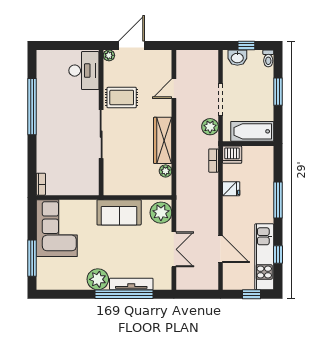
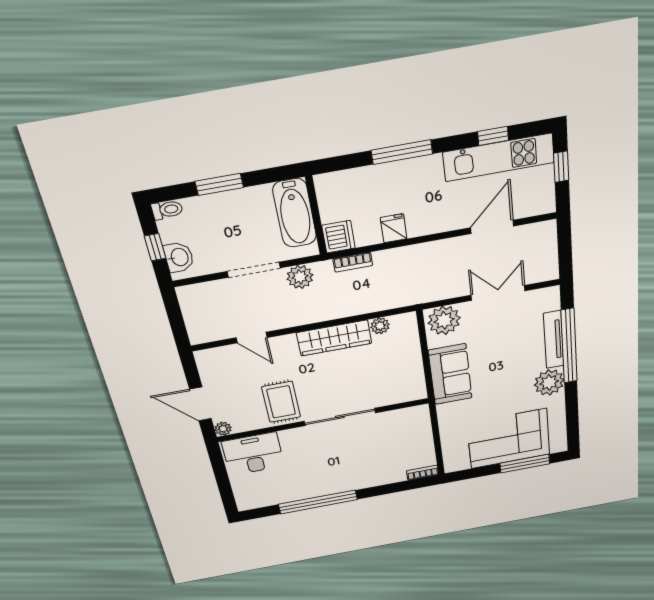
corner sofa: (57, 228) -> (509, 439), moved

